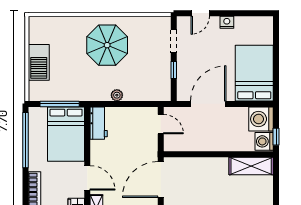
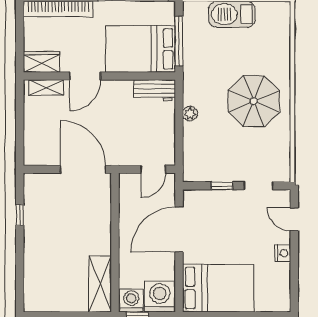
door: (208, 104) -> (179, 230), swing flipped

